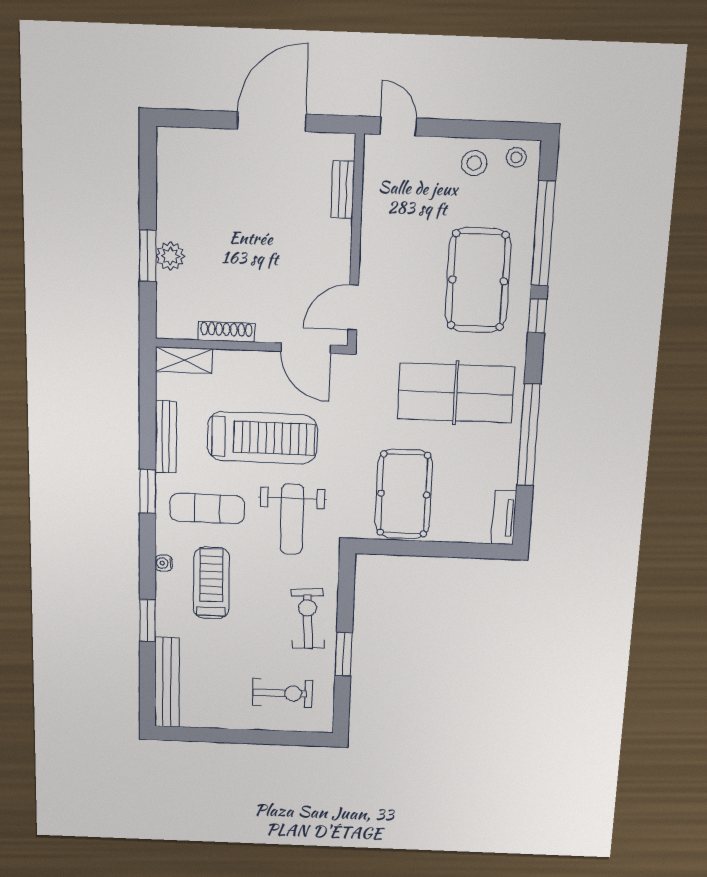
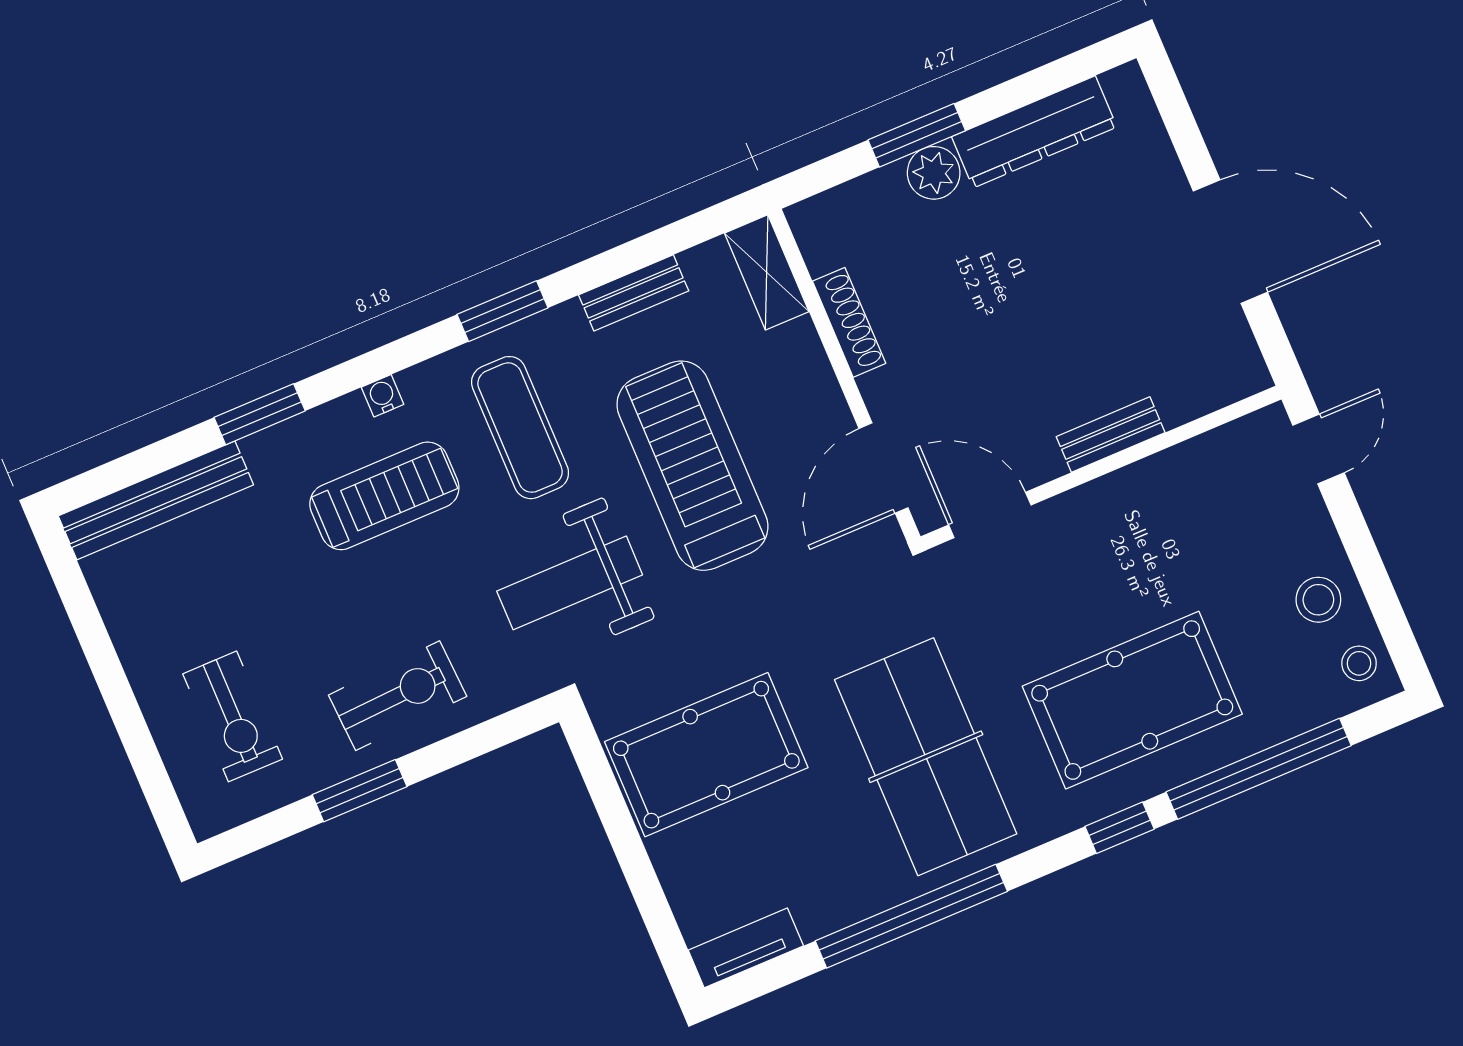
bench: (343, 190) -> (1111, 435), moved
dresser: (171, 196) -> (1034, 132), added
bench: (166, 437) -> (634, 293), width x0.73
treadmill: (262, 438) -> (692, 466), turned 180

